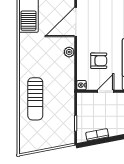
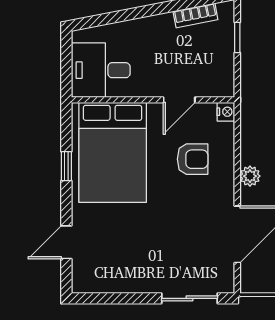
armchair: (99, 61) -> (193, 159), turned 180

